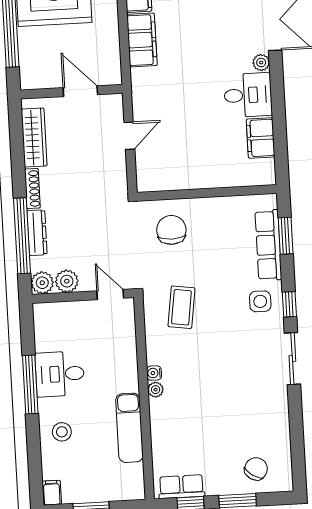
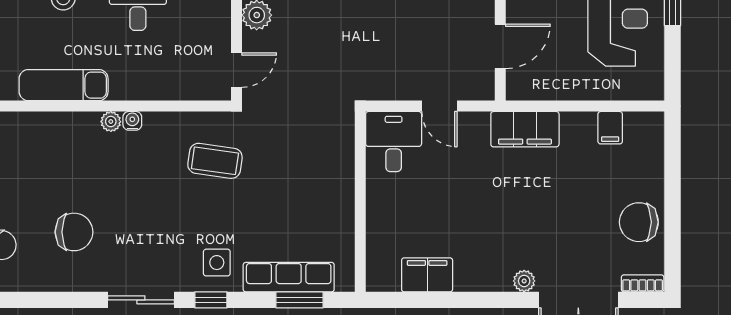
filing cabinet: (142, 40) -> (525, 129), moved
desk: (248, 95) -> (394, 142), moved, turned 180
chair: (171, 230) -> (74, 232), moved

